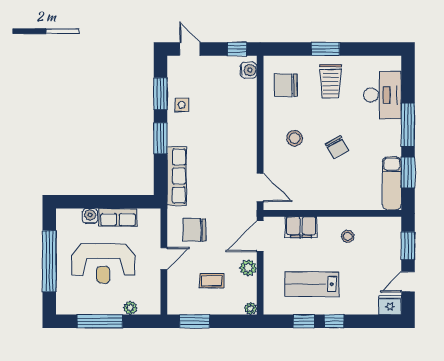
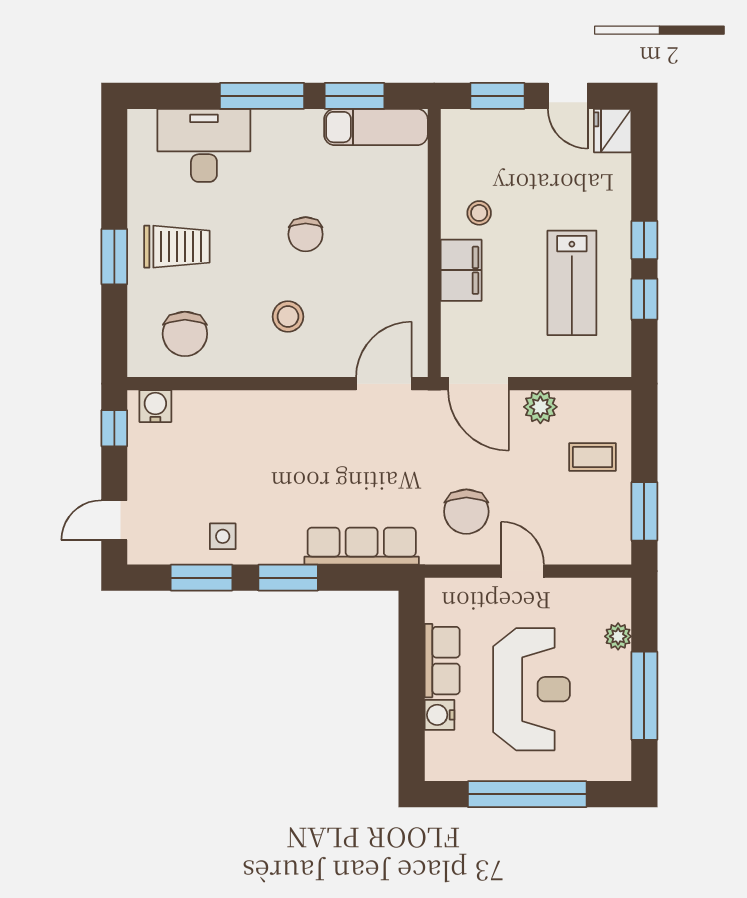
chair: (337, 147) -> (306, 234), turned 119
filing cabinet: (301, 227) -> (461, 270), moved
coffee table: (212, 281) -> (593, 457), moved, turned 90
plant: (251, 308) -> (619, 402), removed

